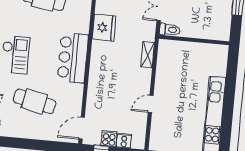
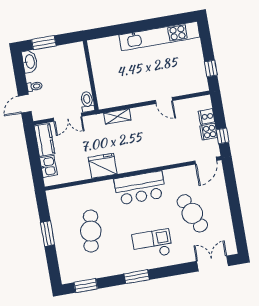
cafe table: (35, 101) -> (192, 213), turned -36
door: (82, 128) -> (206, 161), hinge flipped

